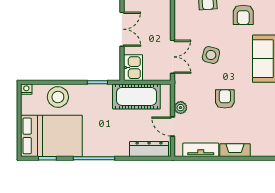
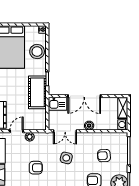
boiler: (164, 22) -> (89, 126), added
double door: (122, 29) -> (84, 96), width x1.37
cot: (136, 96) -> (37, 92), moved

